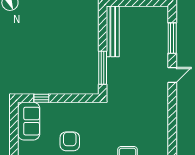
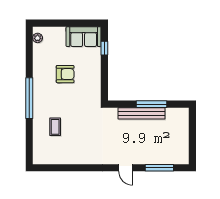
bench: (113, 31) -> (141, 113), moved
window: (103, 68) -> (152, 104), moved

